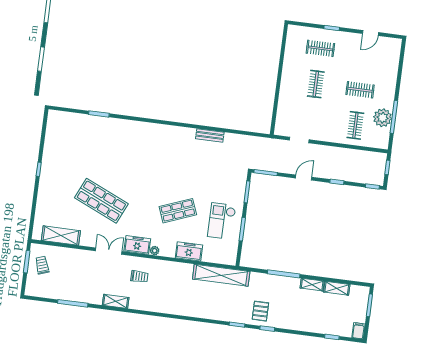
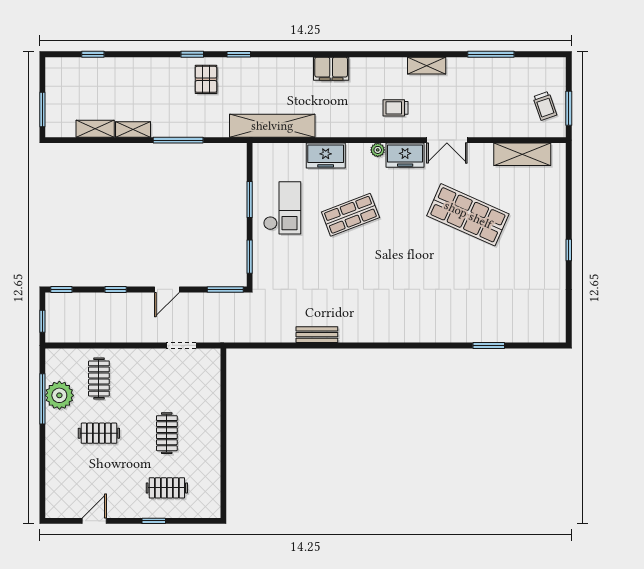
filing cabinet: (358, 331) -> (331, 69), moved, width x2.00

